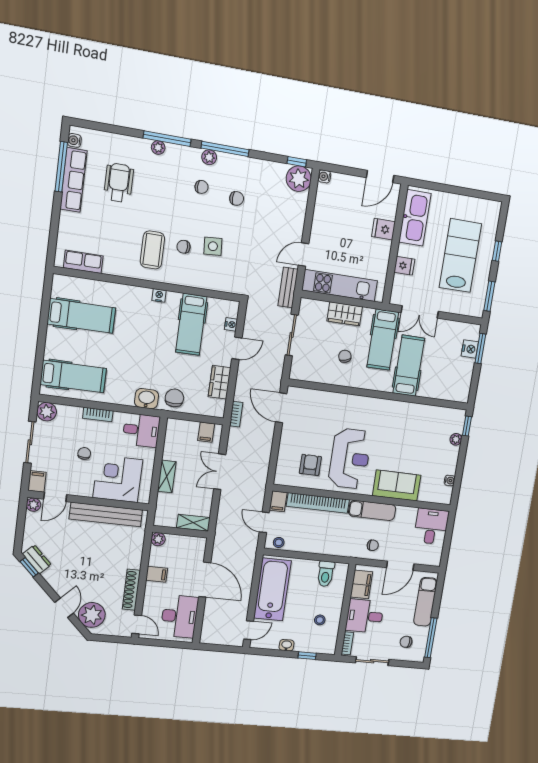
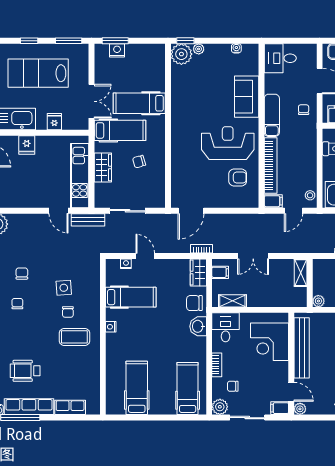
row of seats: (83, 262) -> (70, 407), moved, turned 90
wardrobe: (220, 382) -> (198, 272), moved, turned 90
plant: (454, 420) -> (181, 54), added
chair: (84, 453) -> (233, 386), moved
armchair: (310, 465) -> (238, 177), turned 180
shelving: (167, 476) -> (232, 301), moved

